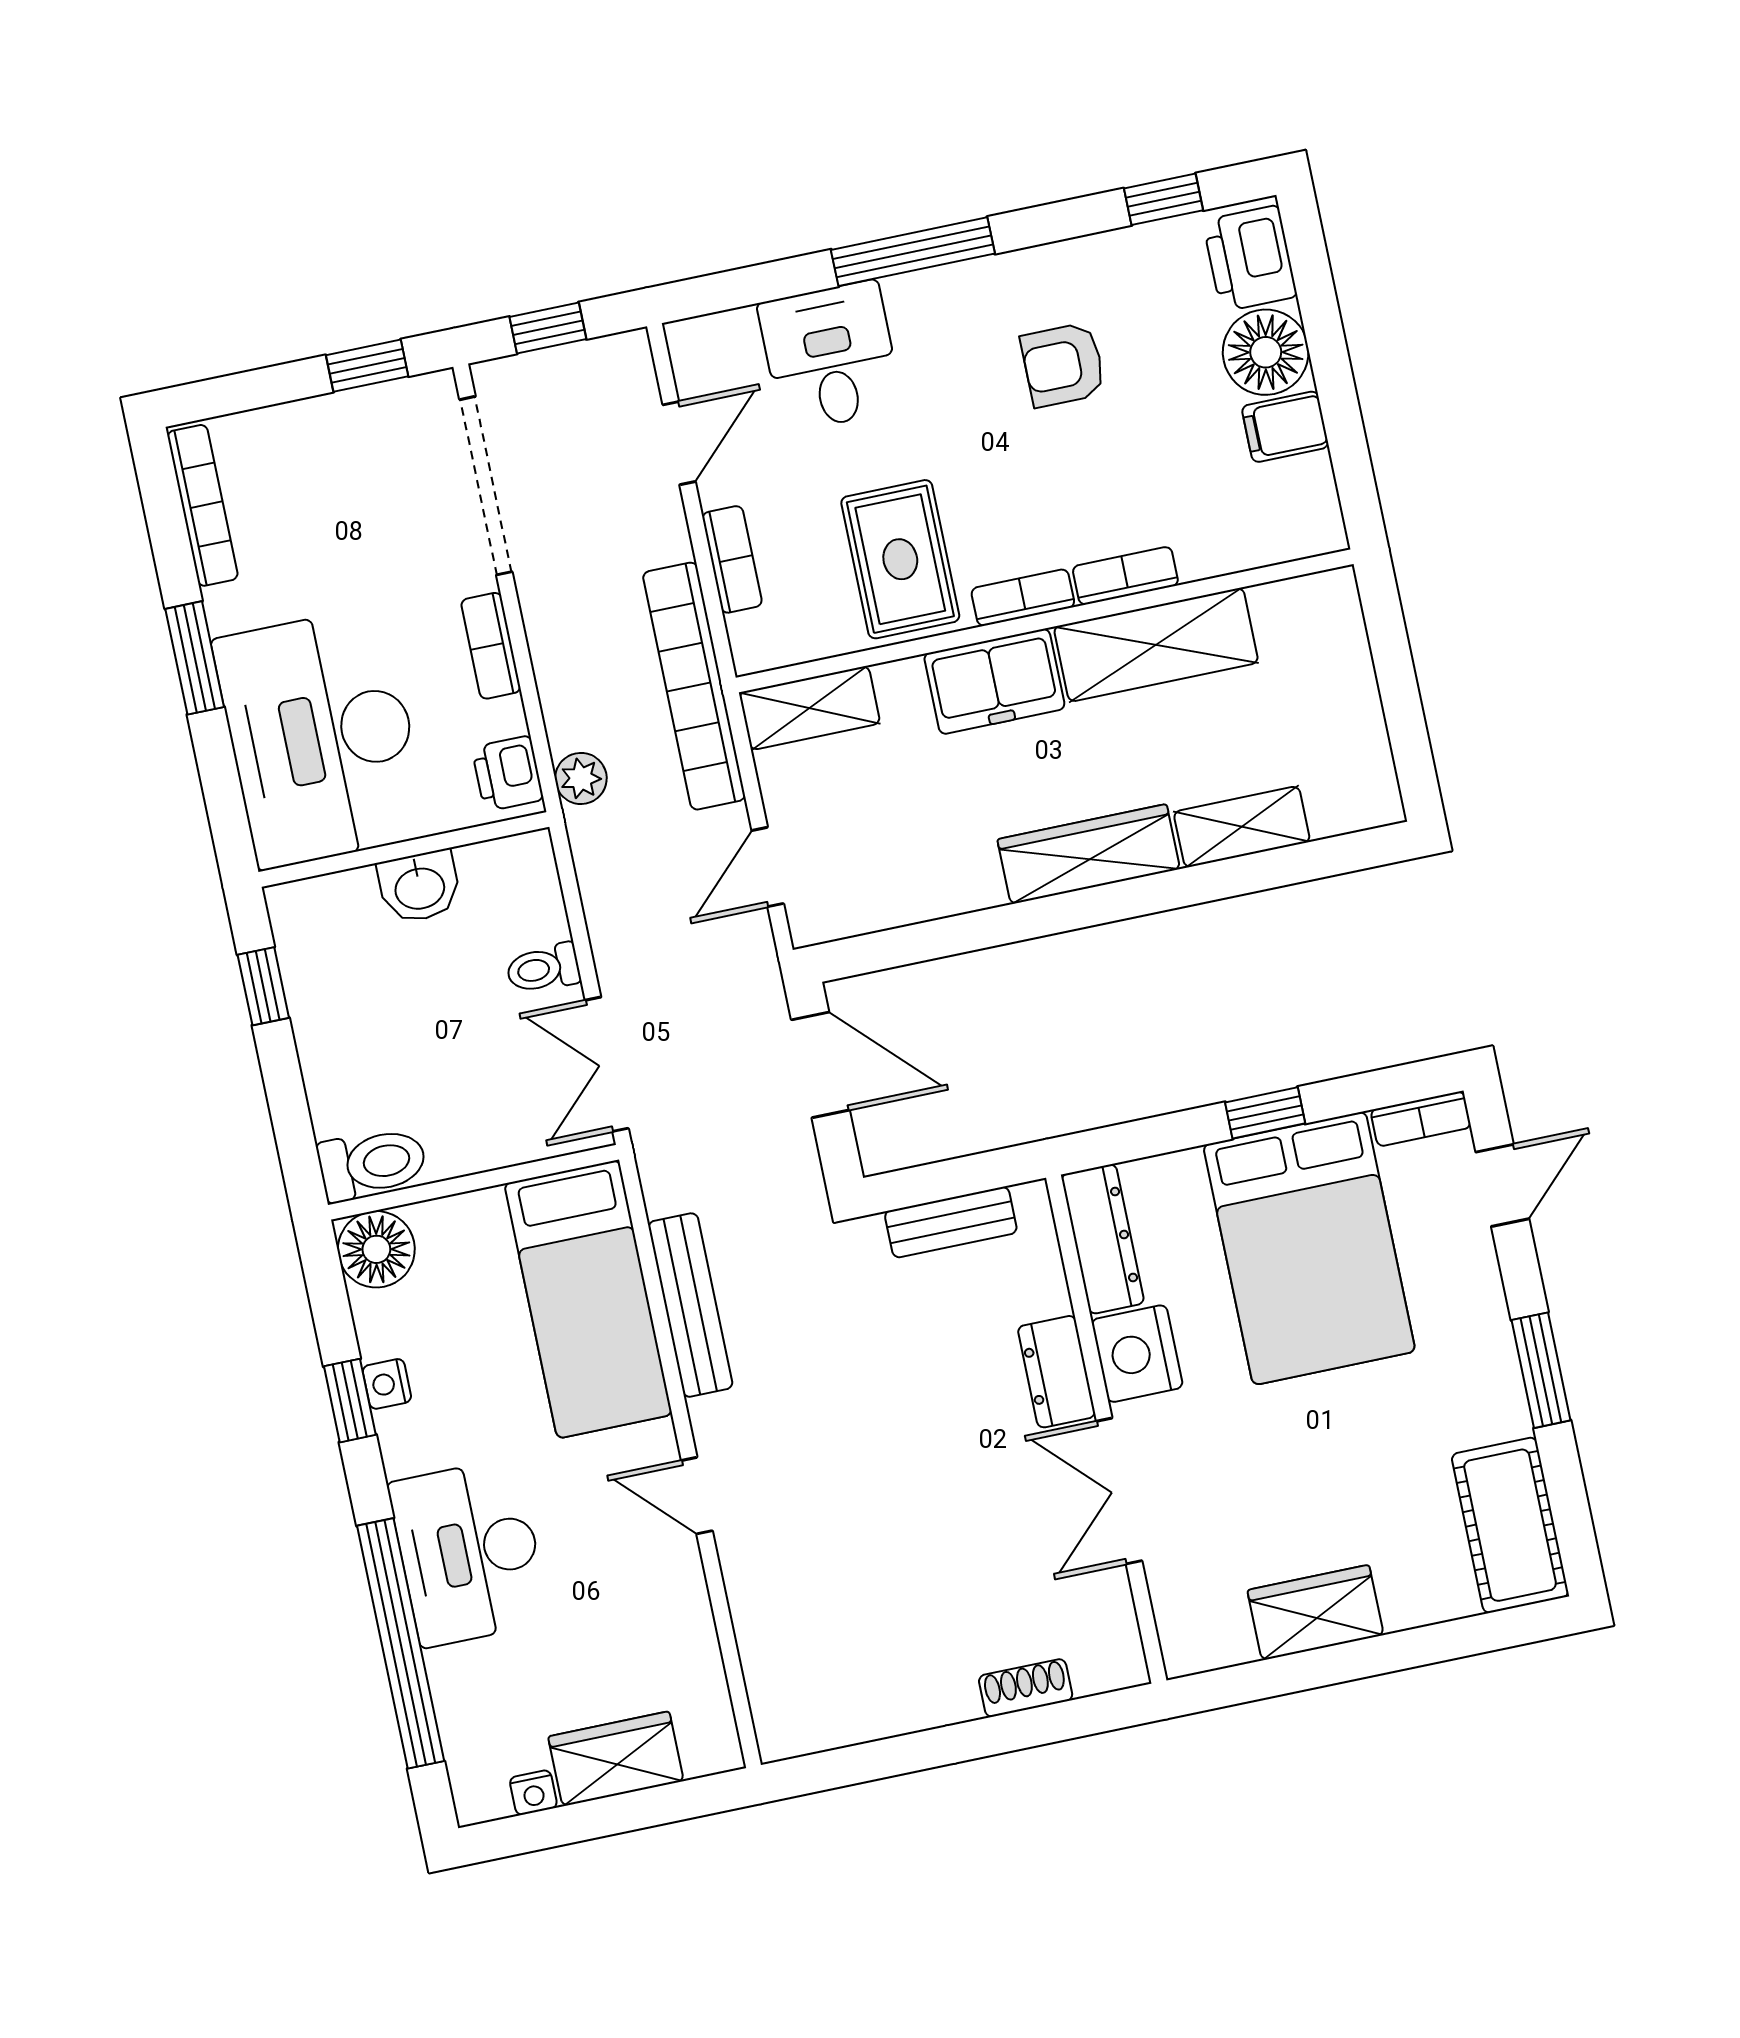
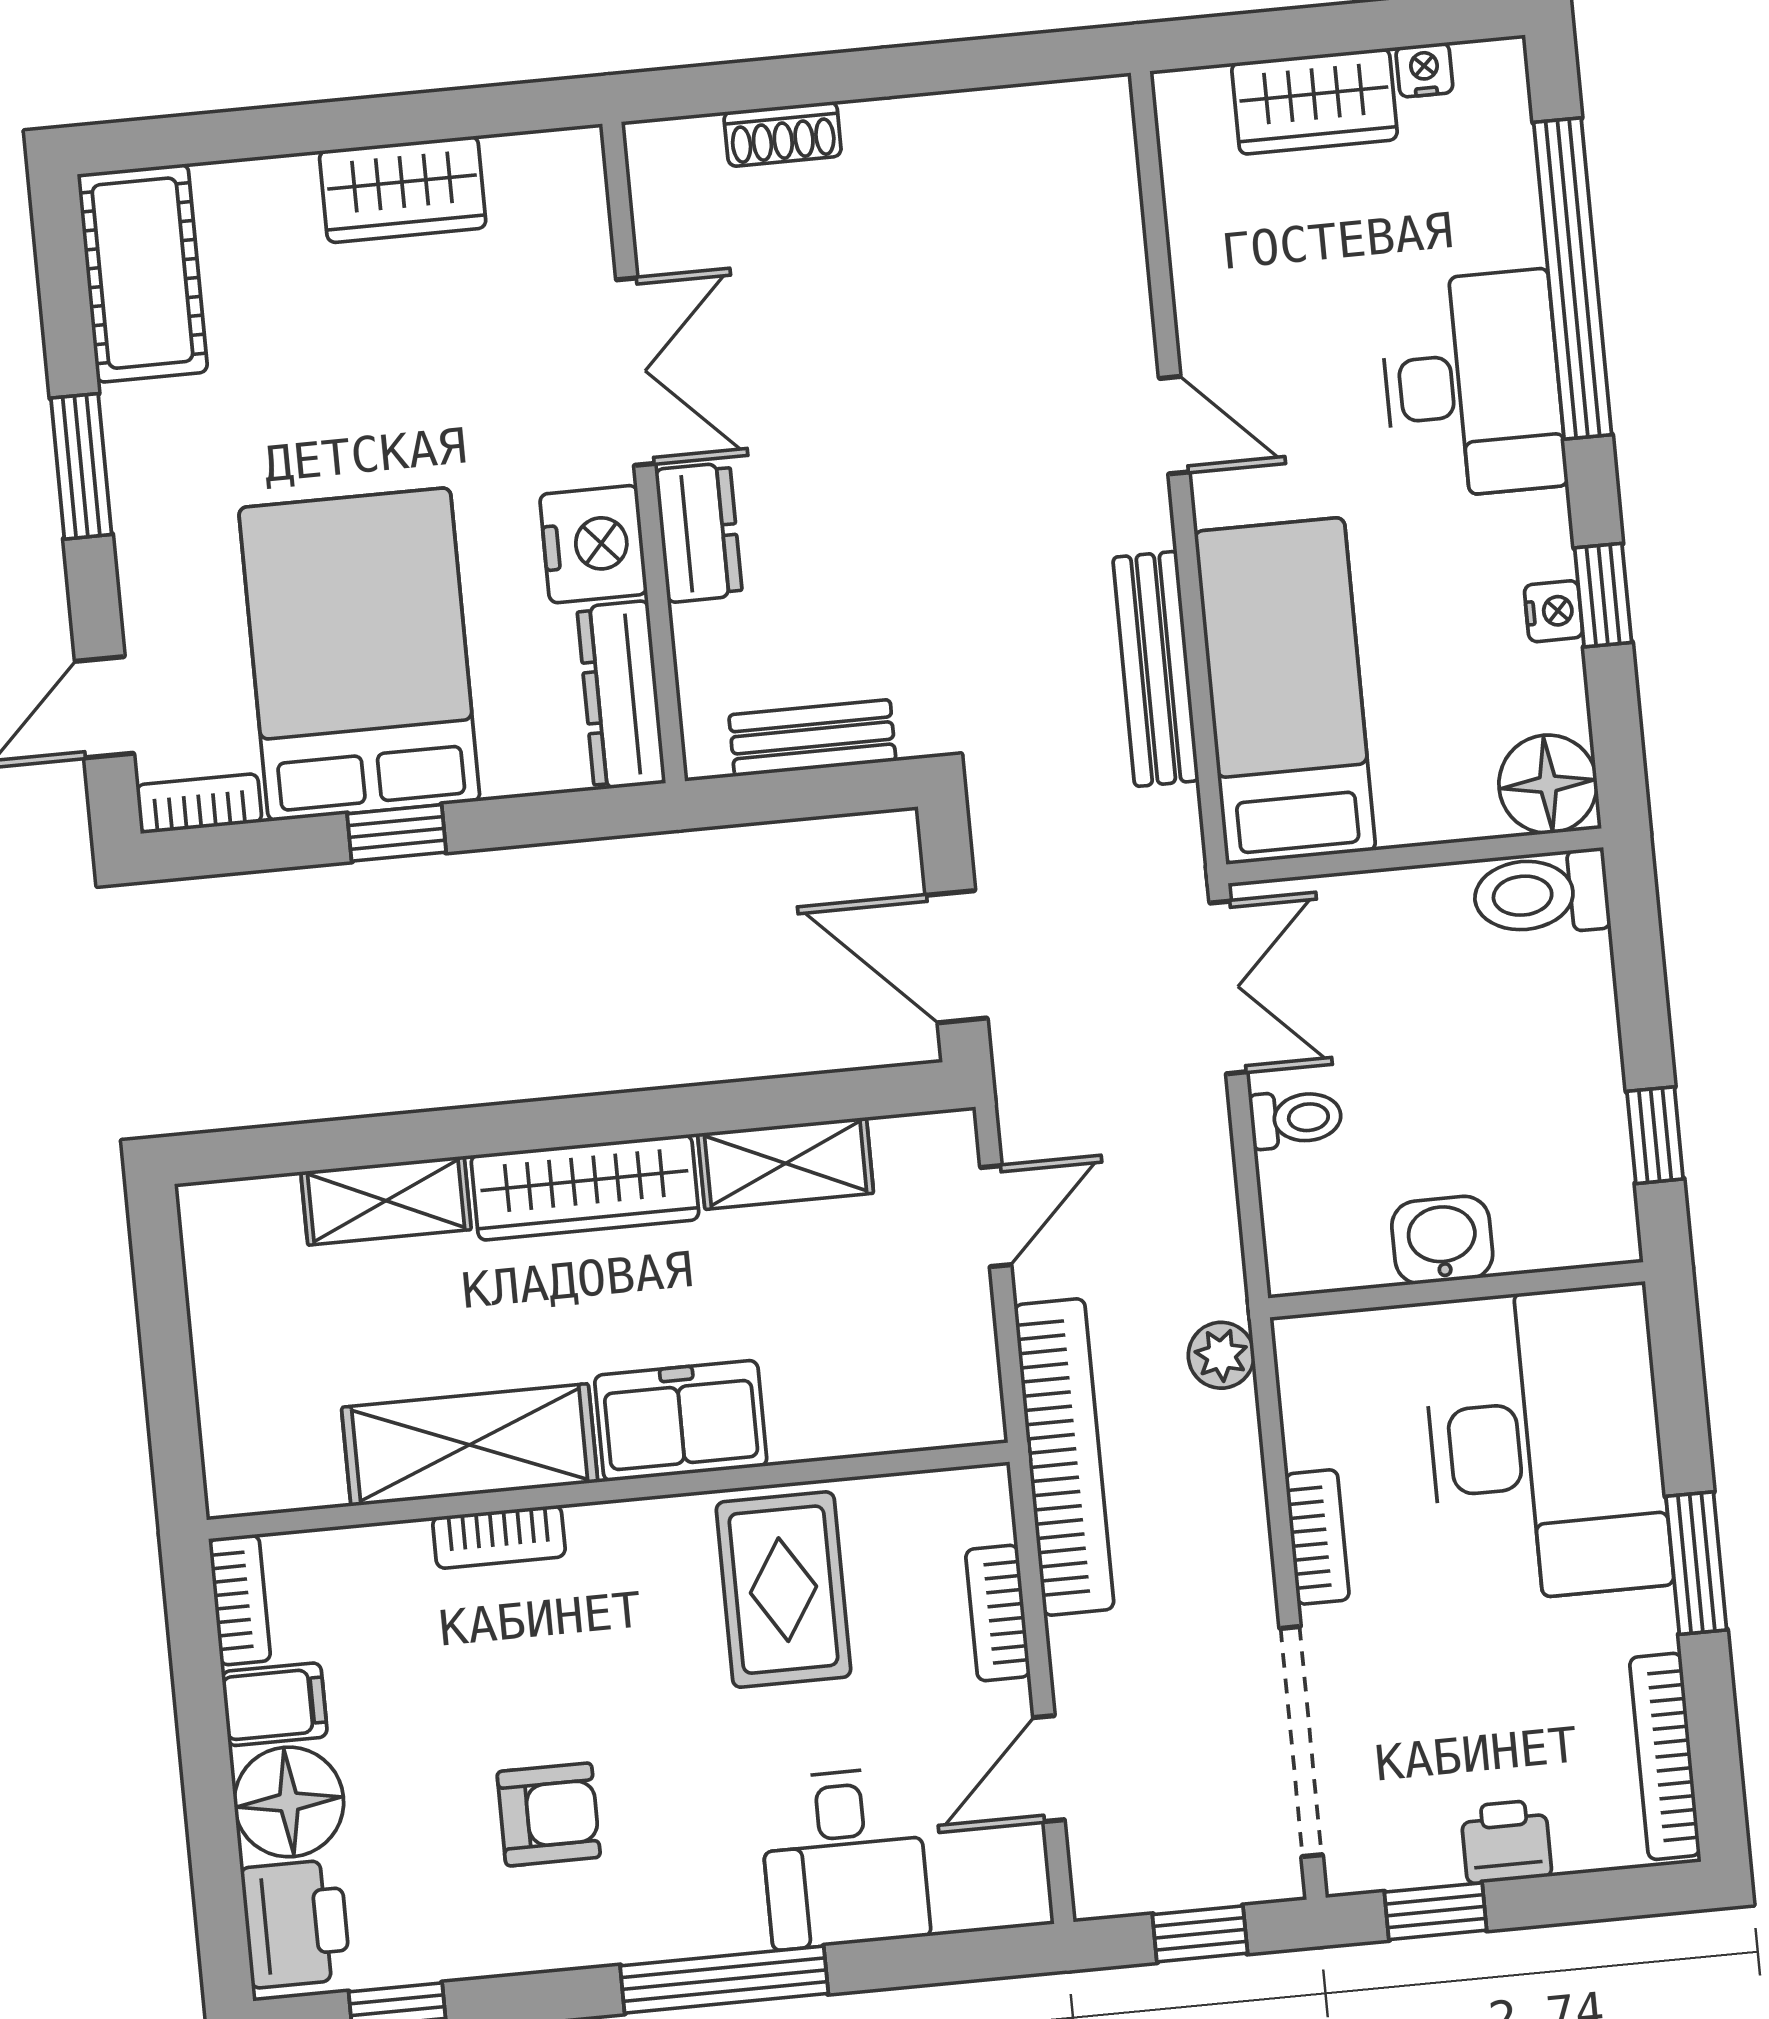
bookcase: (1023, 598) -> (240, 1600), moved, turned -90
shelving: (810, 708) -> (786, 1163), moved
printer: (508, 774) -> (1506, 1842), moved, turned -90

